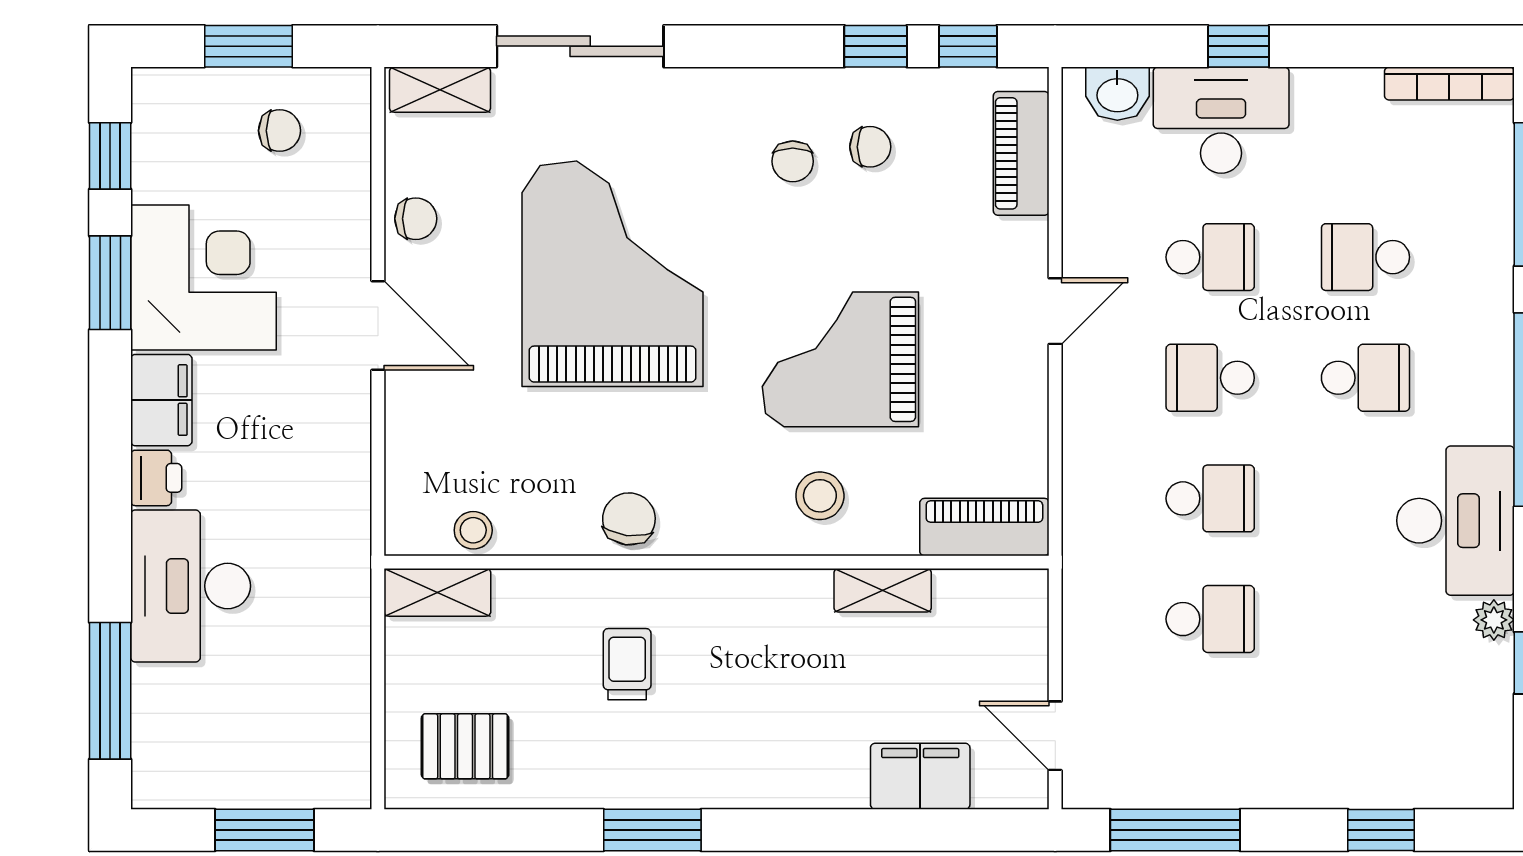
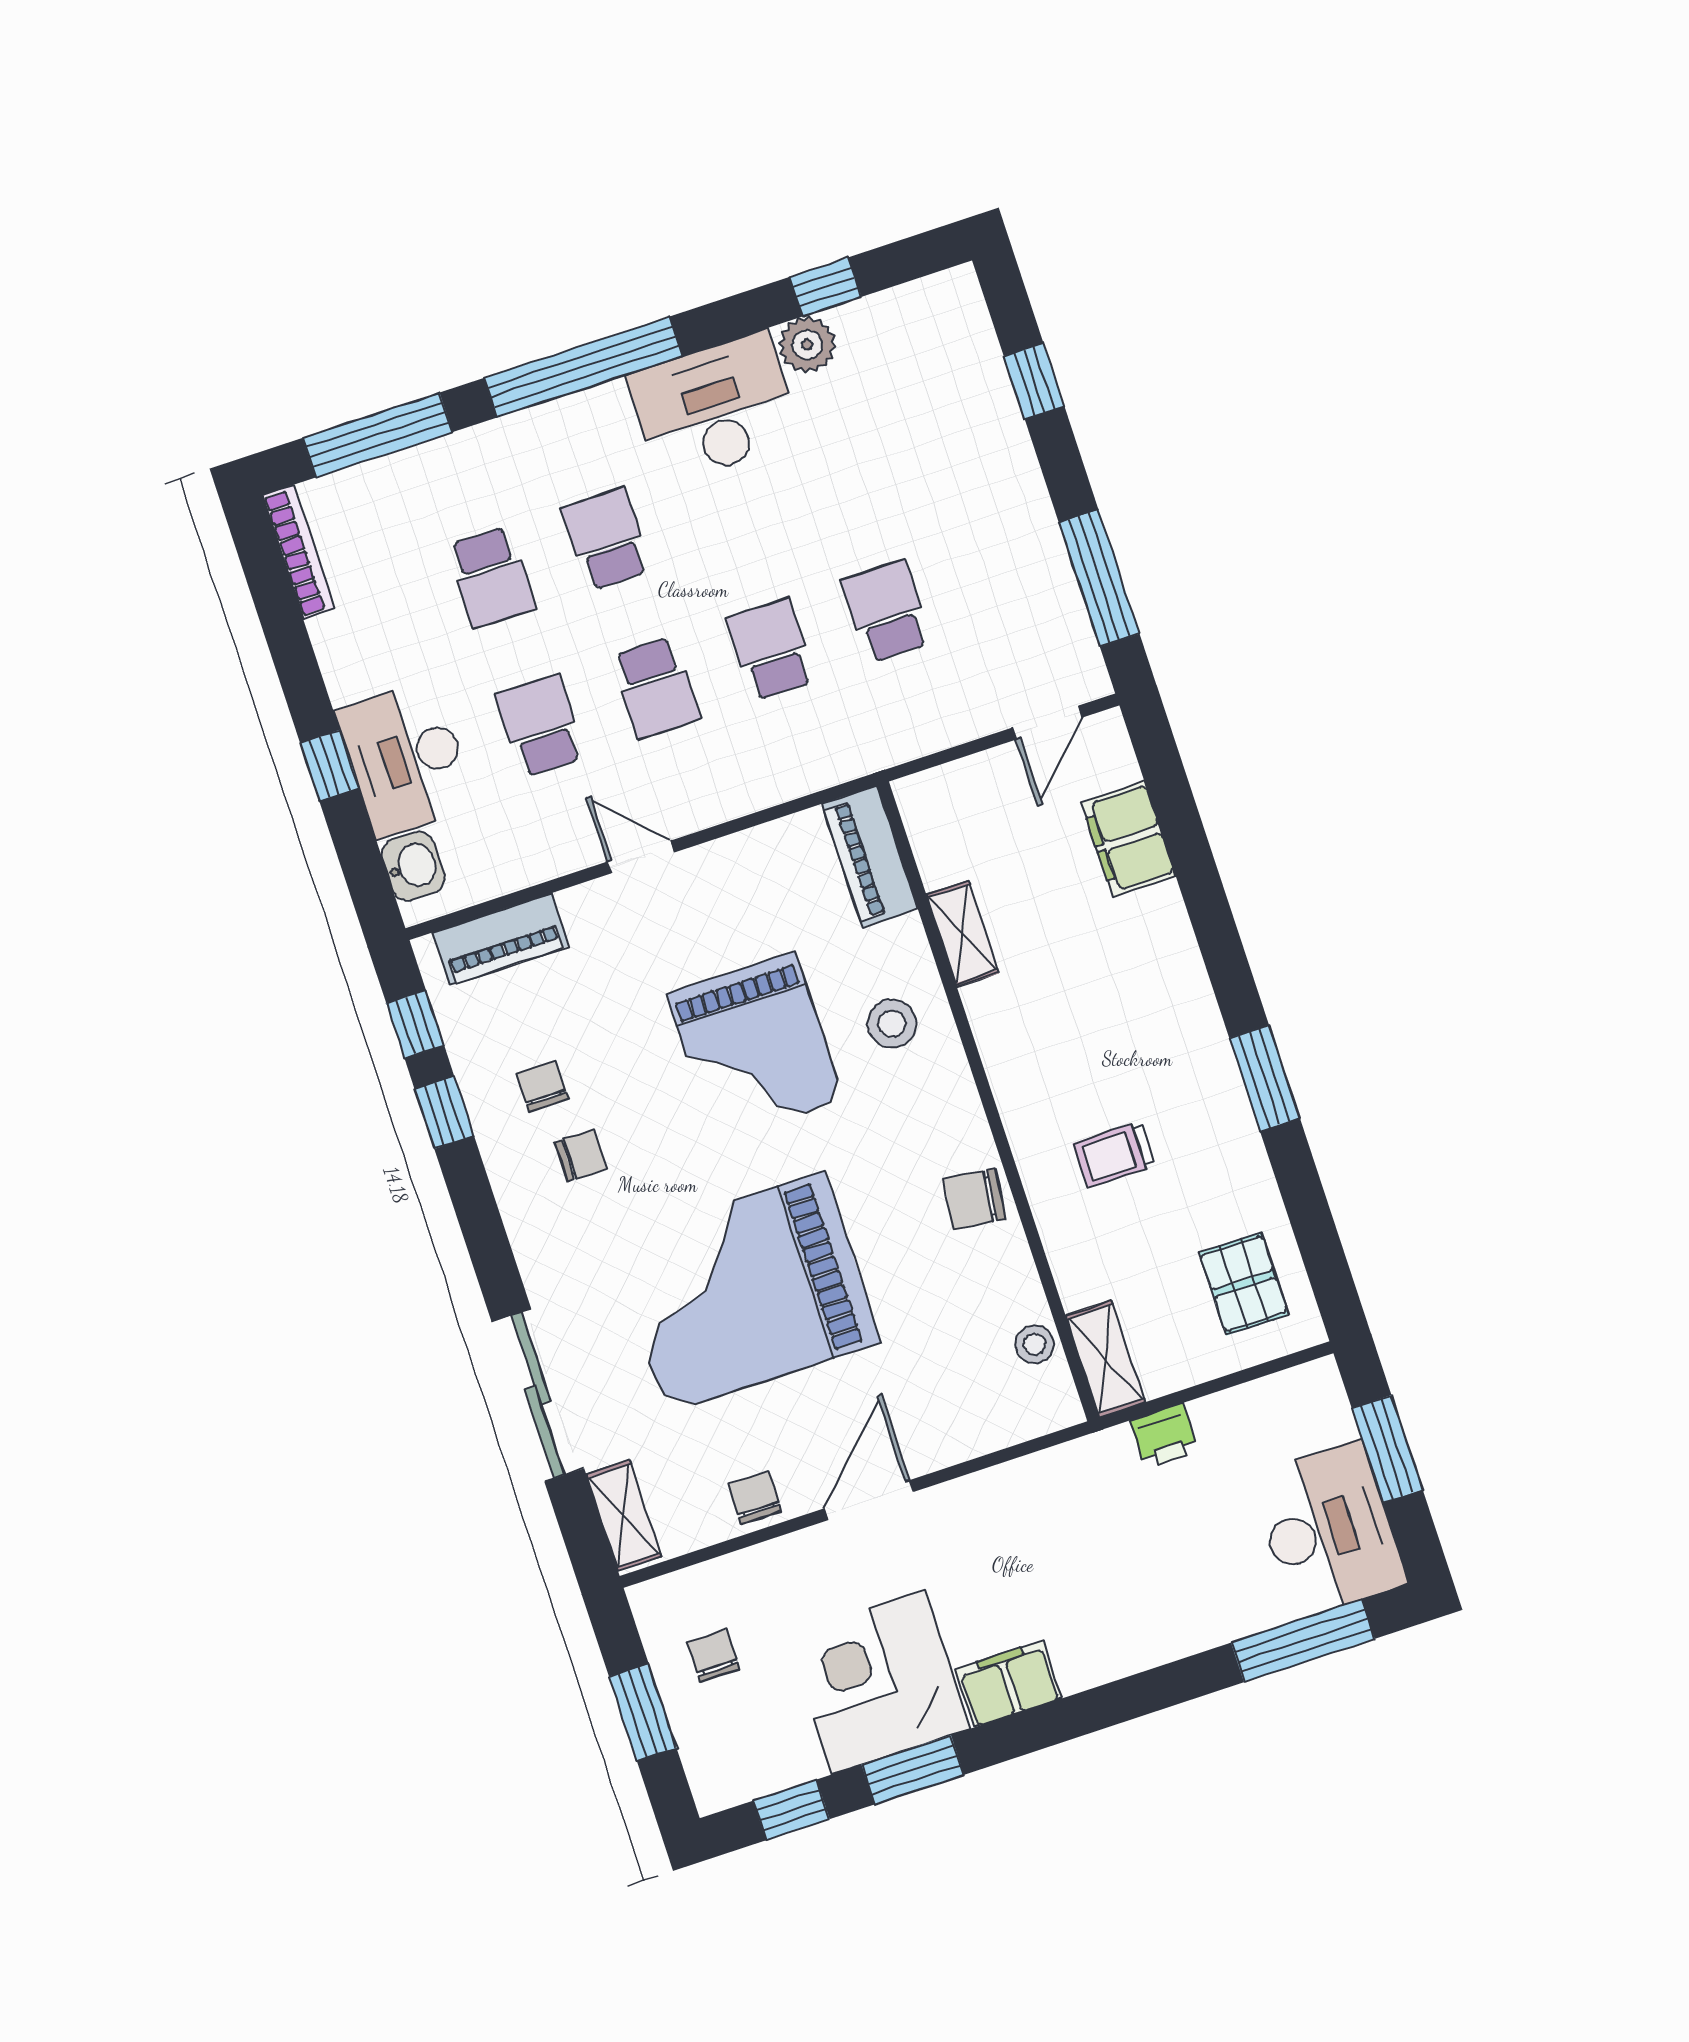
printer: (156, 478) -> (1164, 1436), moved, turned 180
desk: (191, 586) -> (1329, 1530), moved, turned -90
plant: (1494, 620) -> (807, 345), width x1.38, depth x1.38

